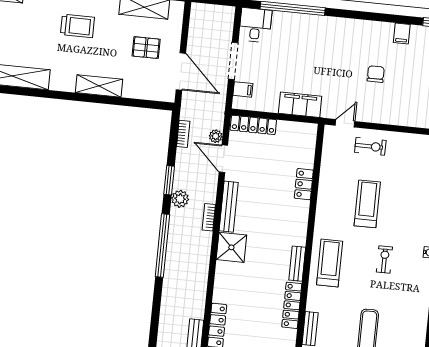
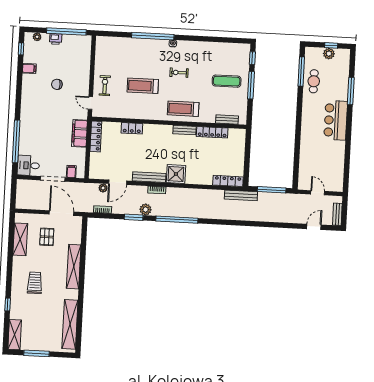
door: (181, 71) -> (61, 213), hinge flipped
shelving: (99, 86) -> (74, 267), width x1.47
locker: (253, 125) -> (96, 136), moved

